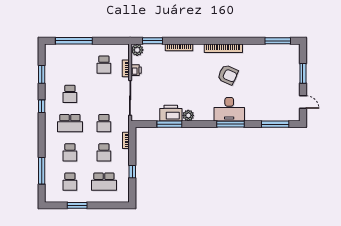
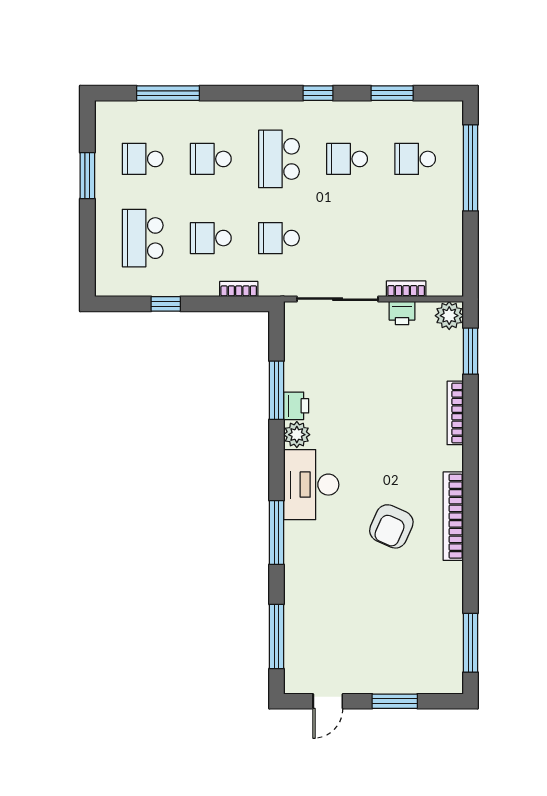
school desk: (104, 65) -> (415, 159), moved
desk: (229, 109) -> (311, 485), moved
printer: (171, 113) -> (296, 406), width x0.53, depth x0.68

